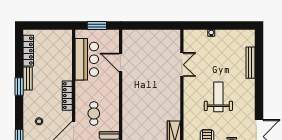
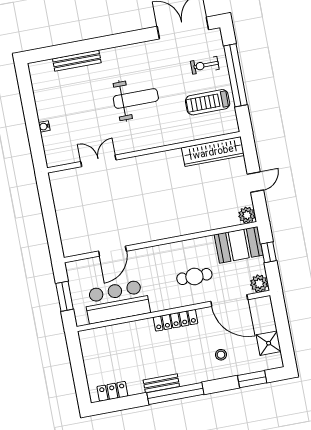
locker: (28, 51) -> (112, 391), width x0.66
window: (19, 87) -> (175, 393), width x2.11
weight bench: (218, 97) -> (136, 98), turned 180

